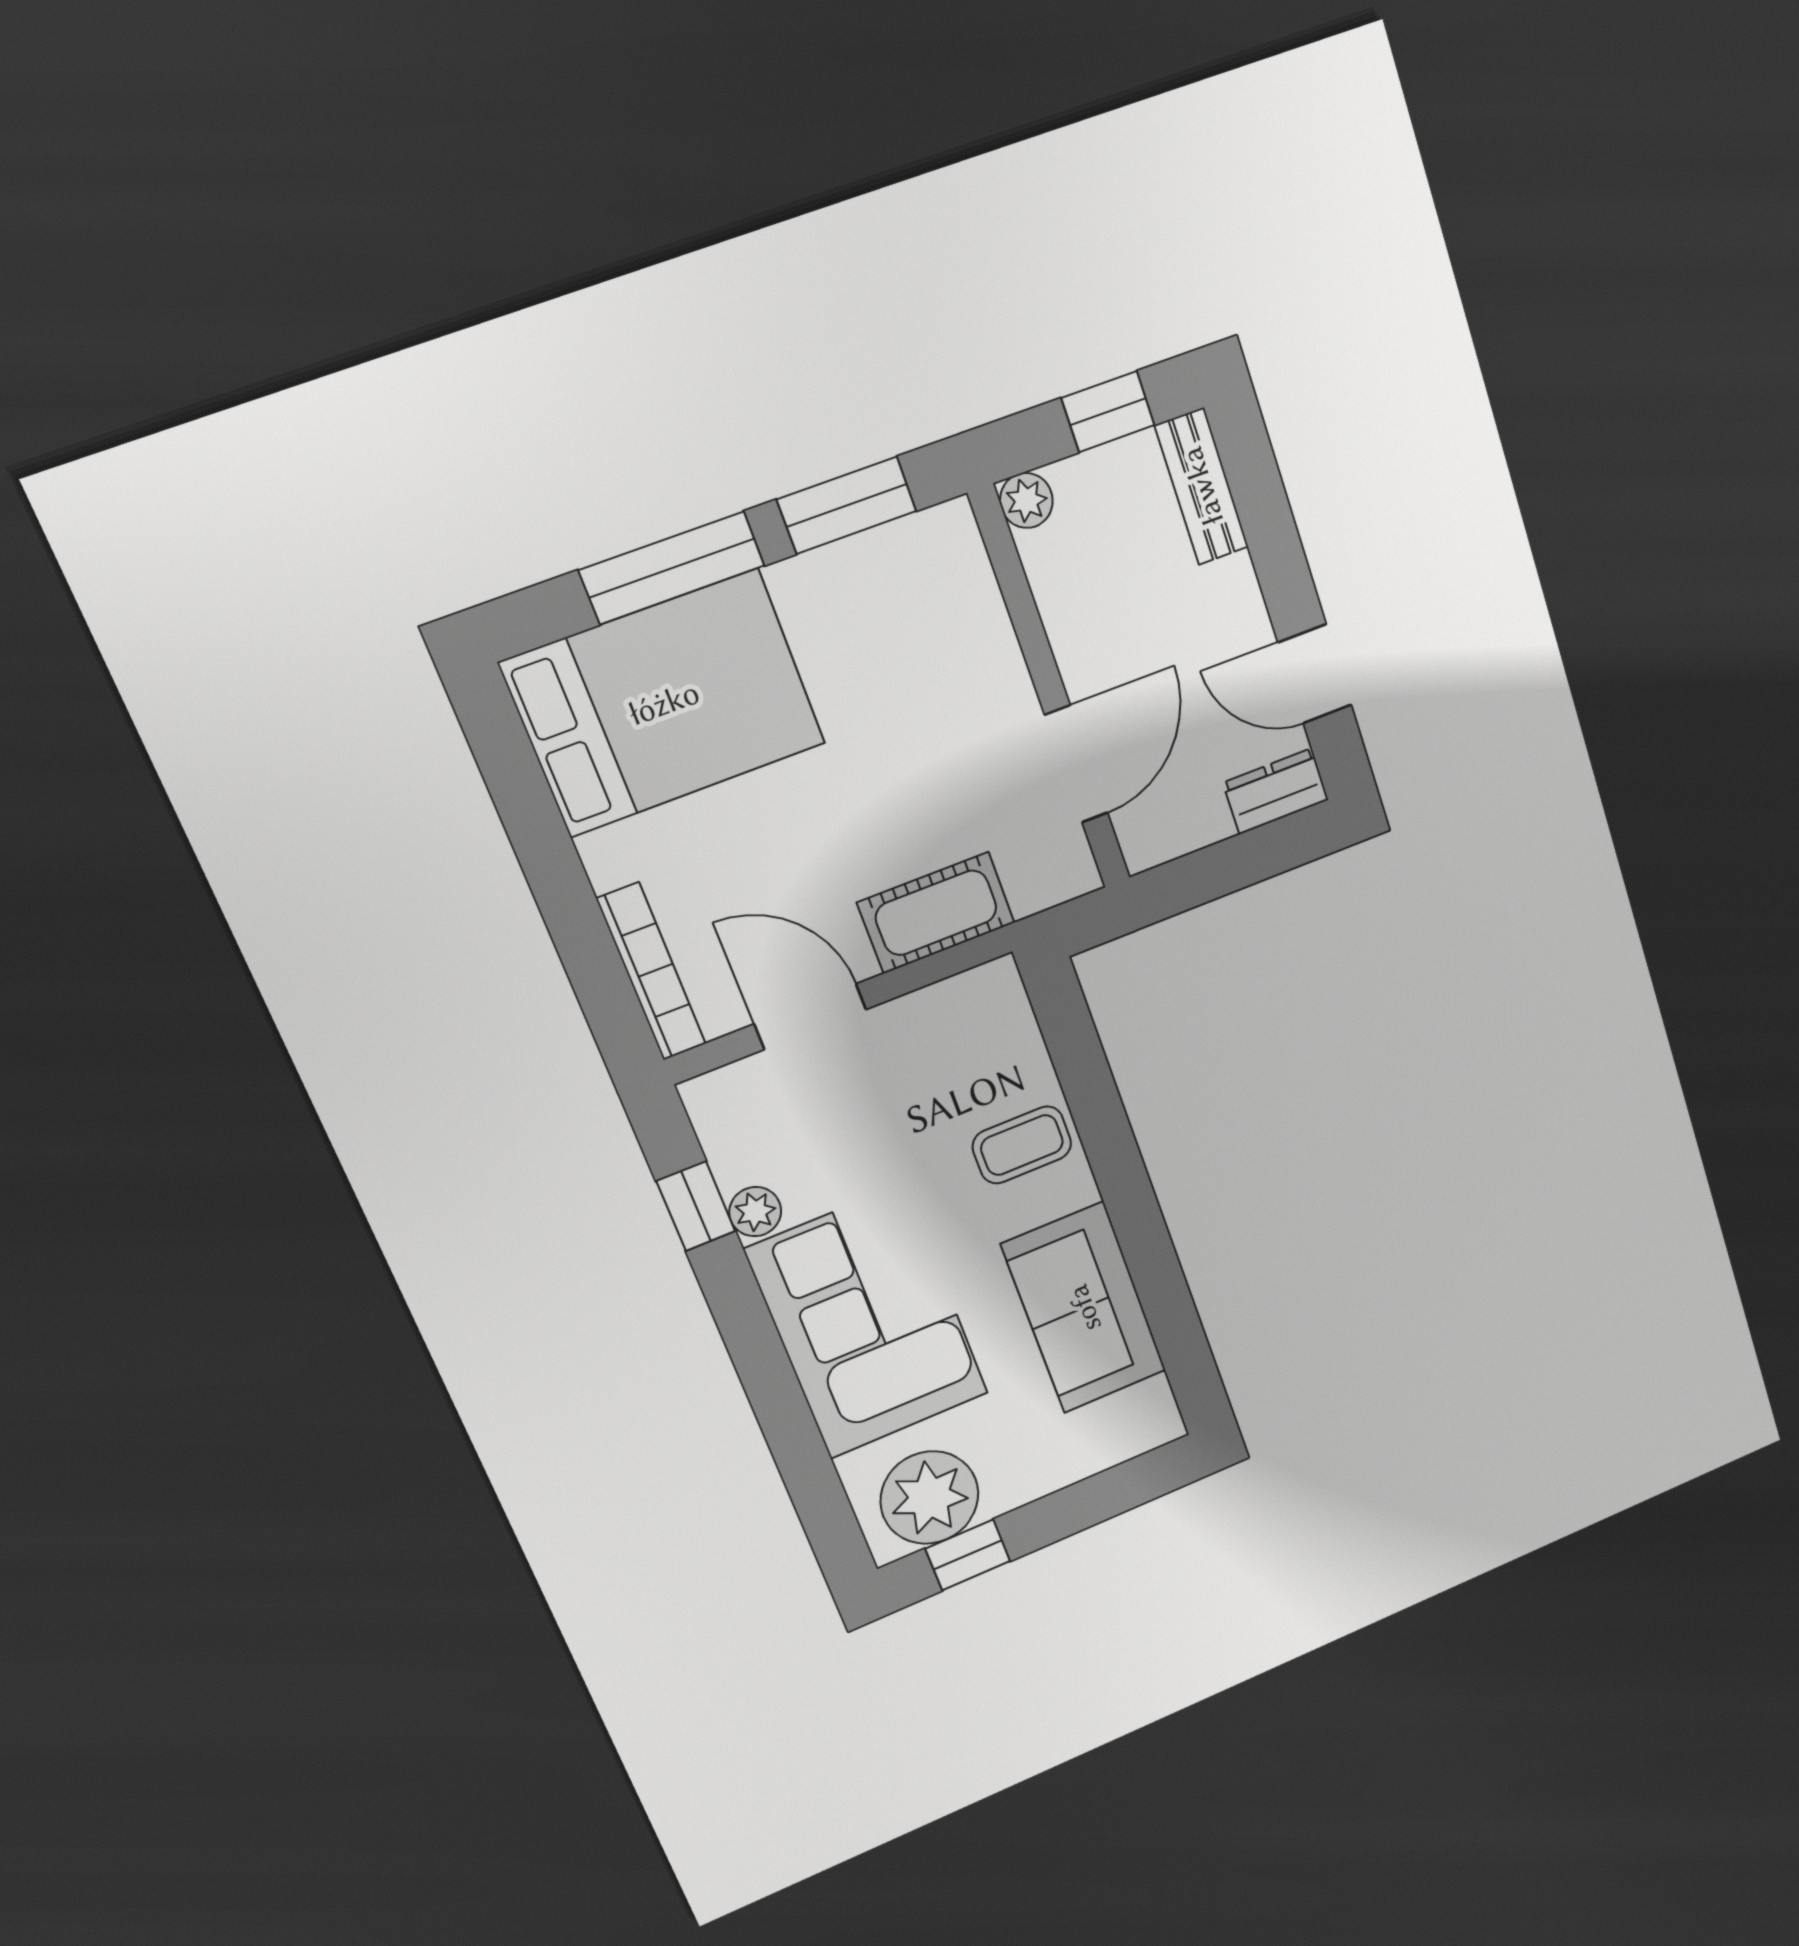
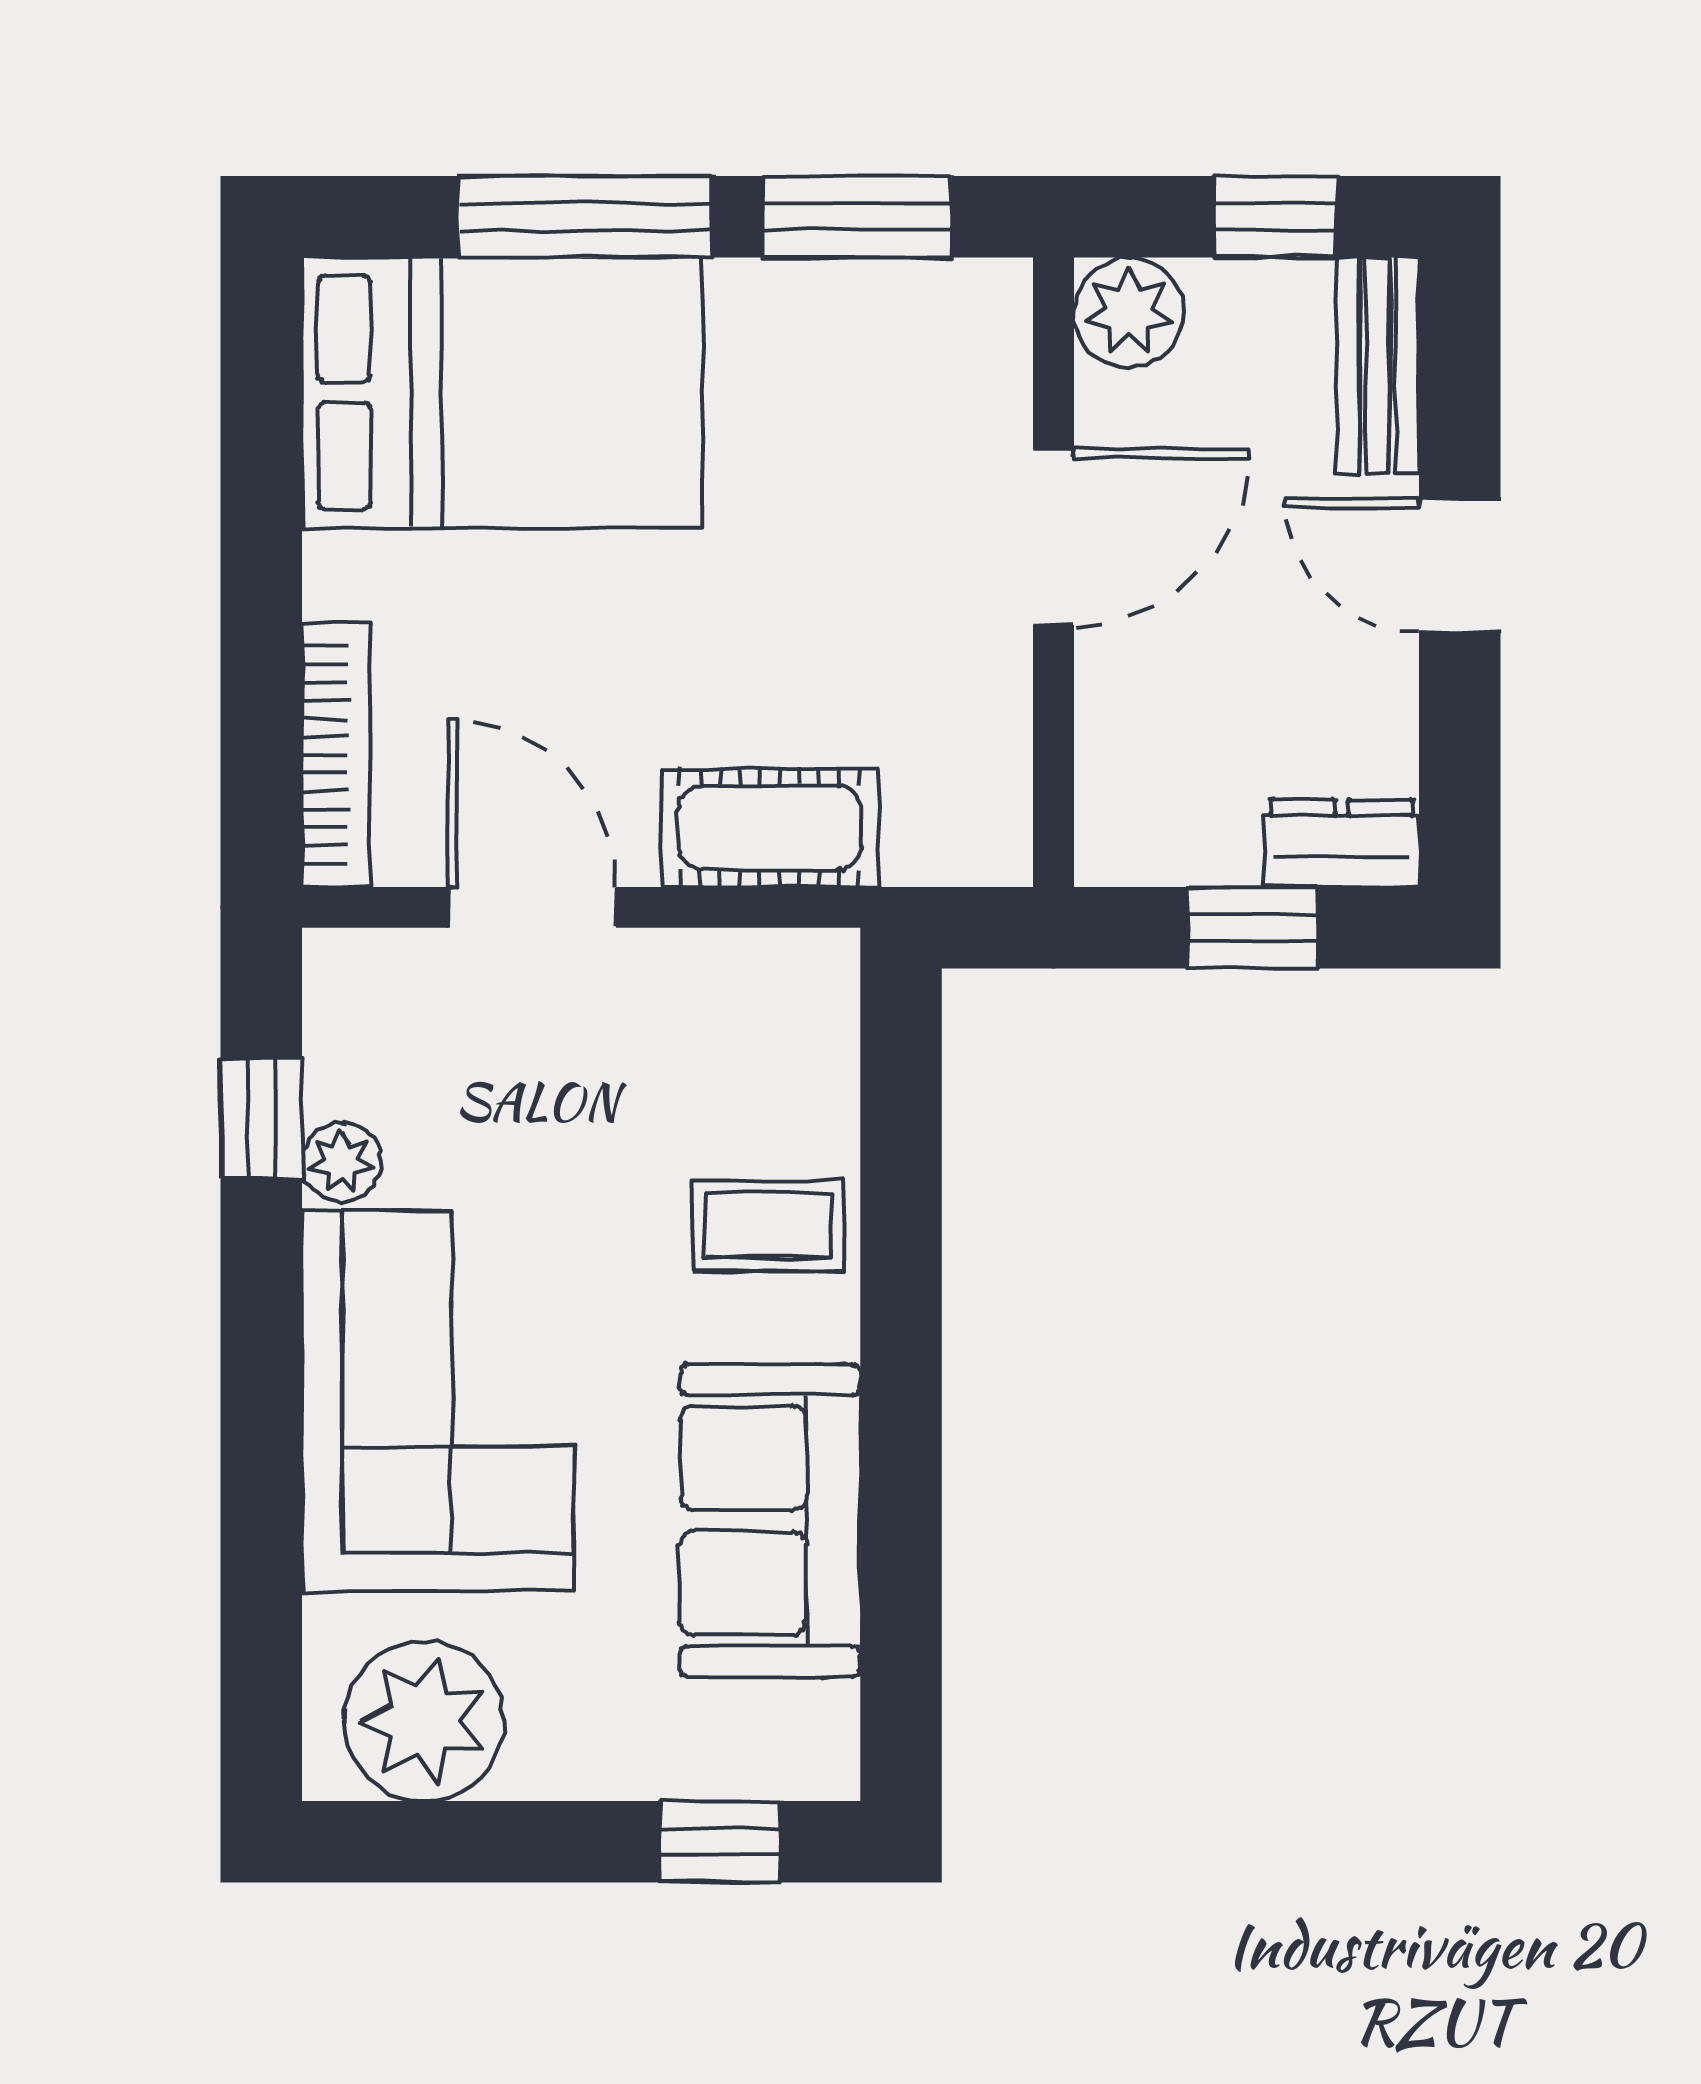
plant: (1026, 500) -> (1129, 312), width x1.38, depth x1.38
door: (1315, 674) -> (1460, 565), moved
door: (1076, 764) -> (1053, 537), moved
window: (1241, 861) -> (1252, 928), added
window: (968, 1555) -> (720, 1842), moved

